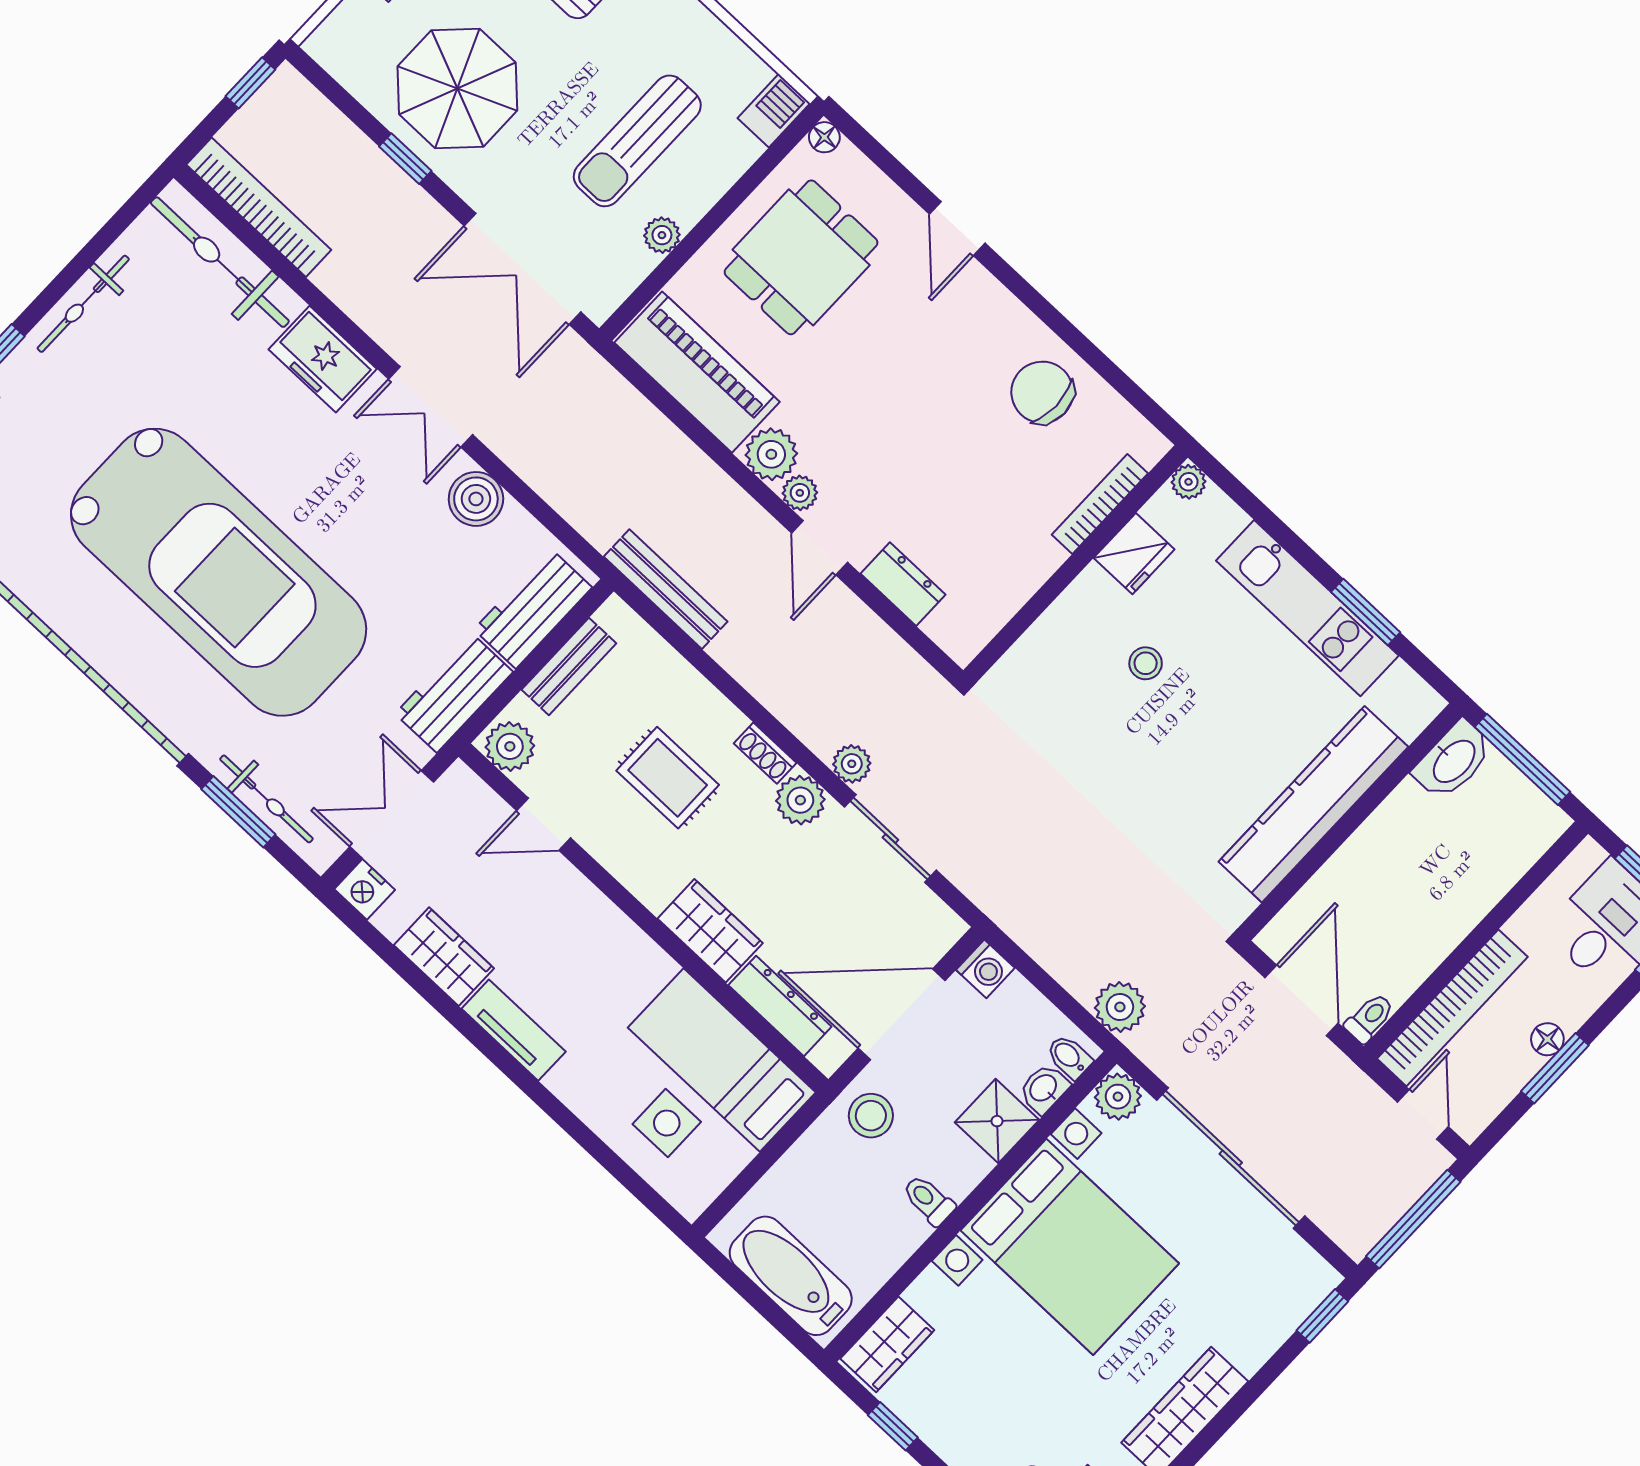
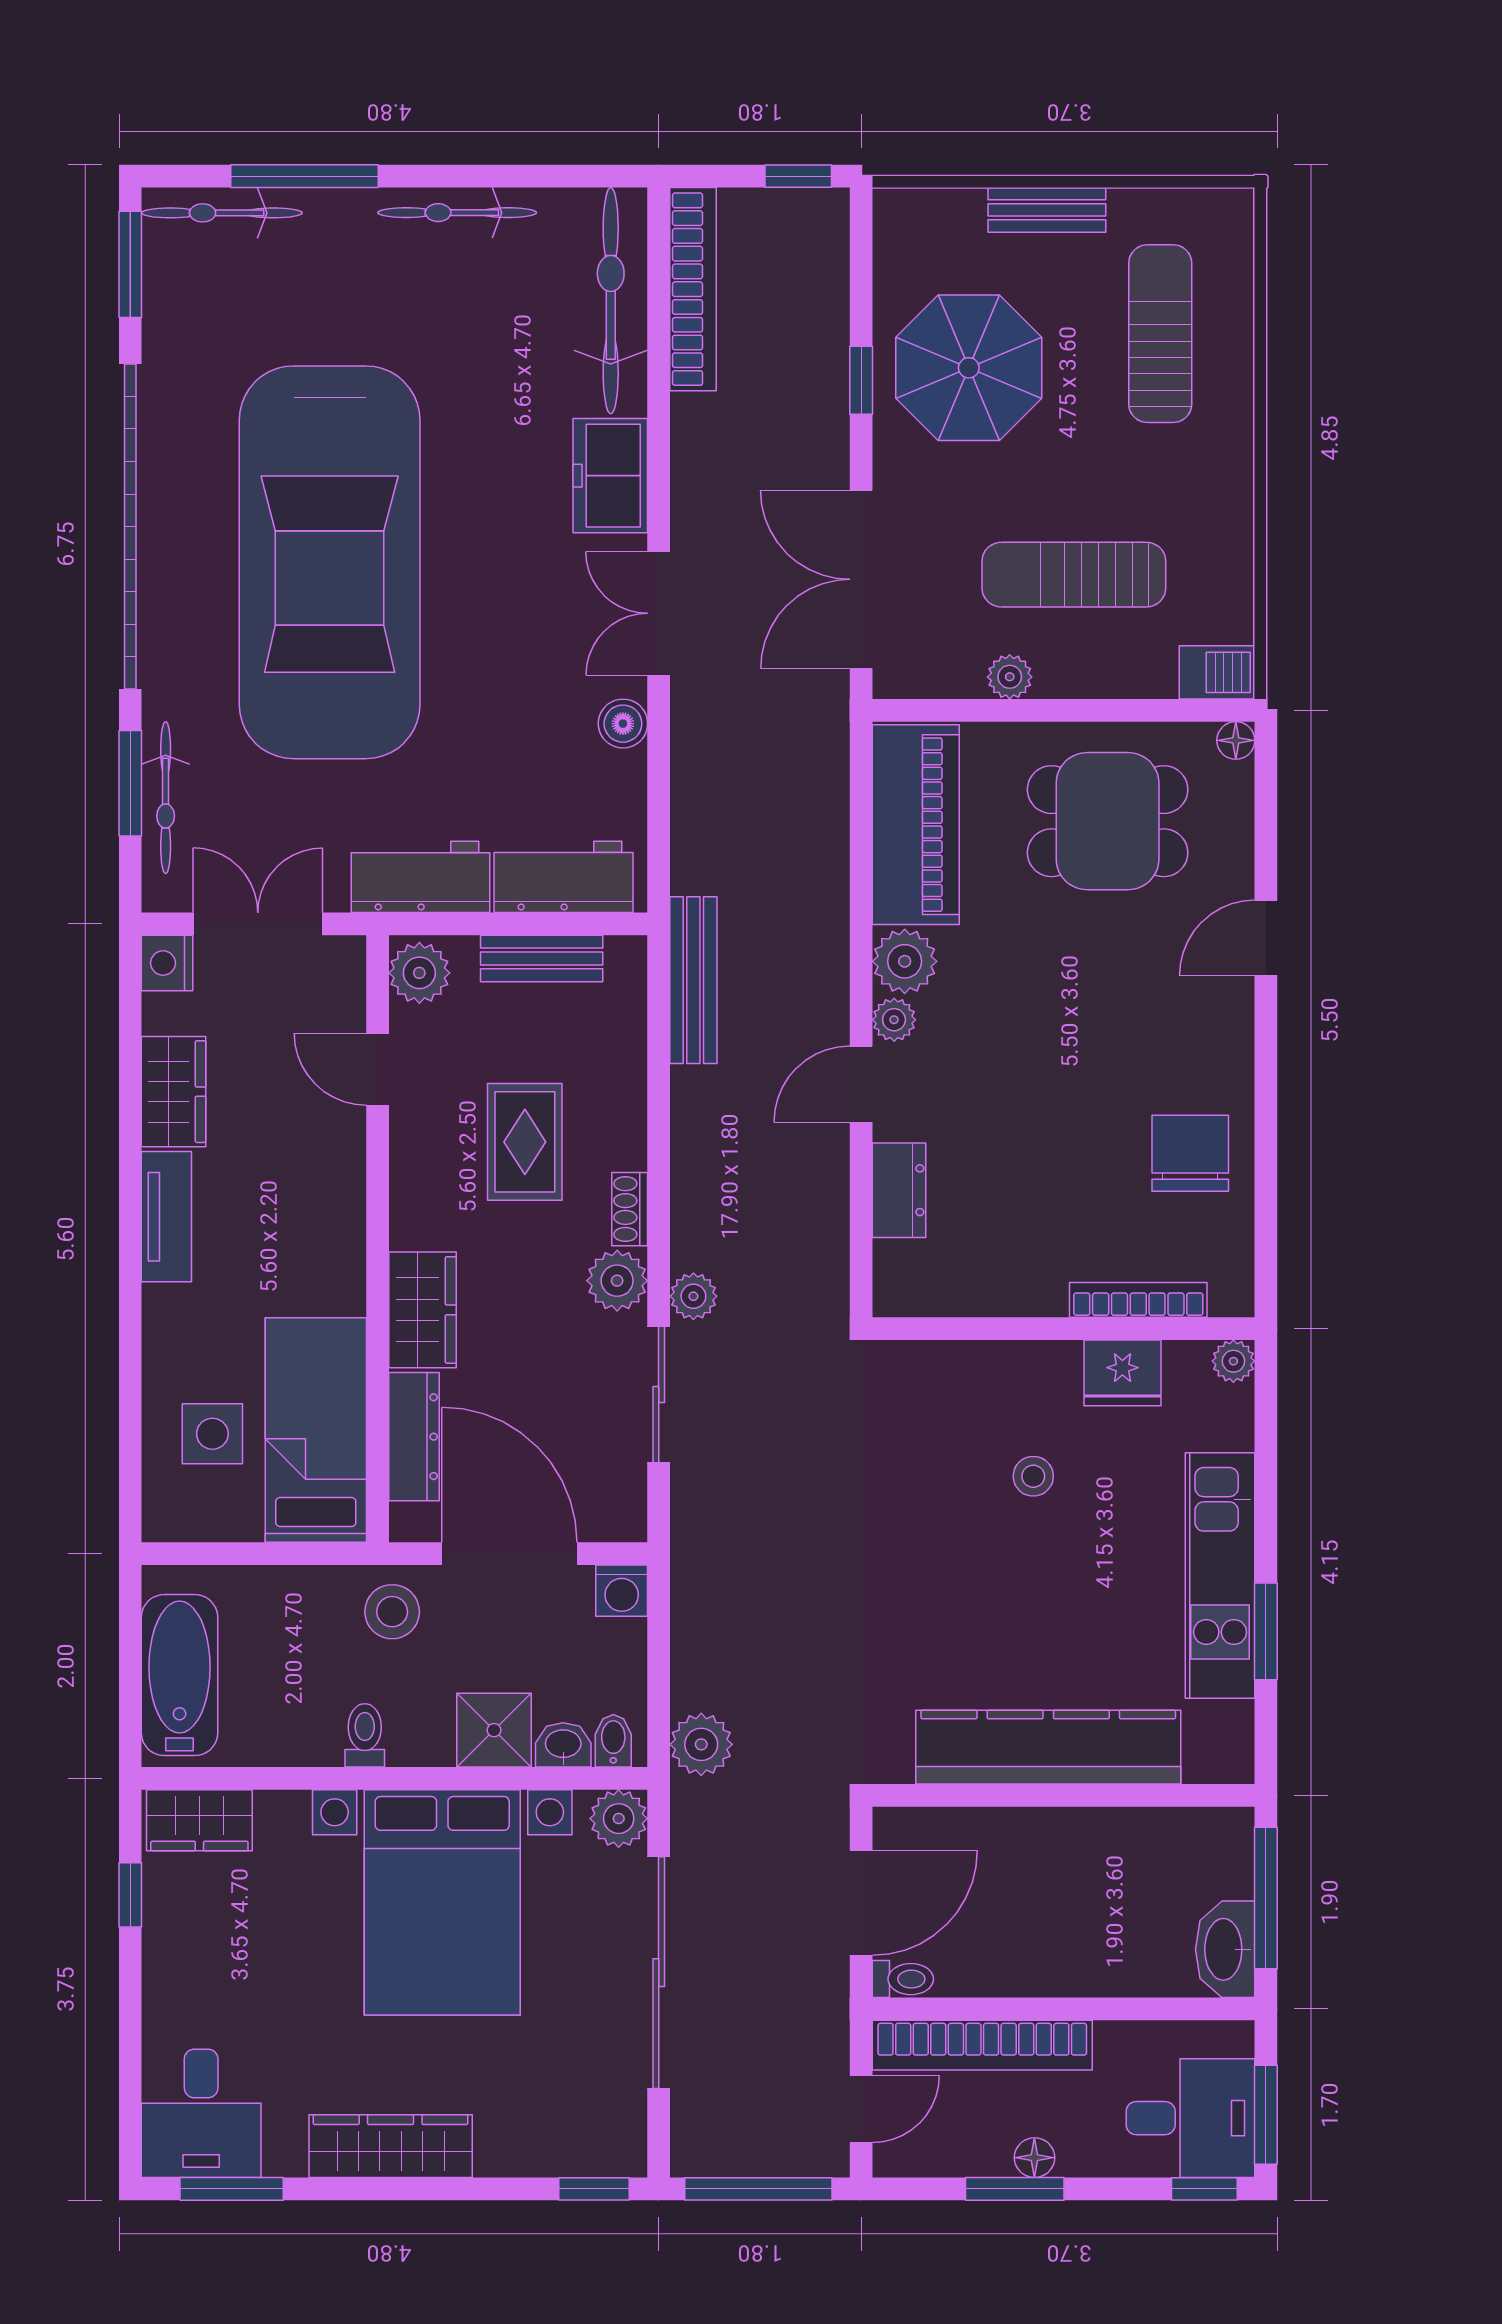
boiler: (476, 499) -> (623, 724), width x0.73, depth x0.73
washbasin: (1453, 760) -> (1225, 1949), moved, turned 90

